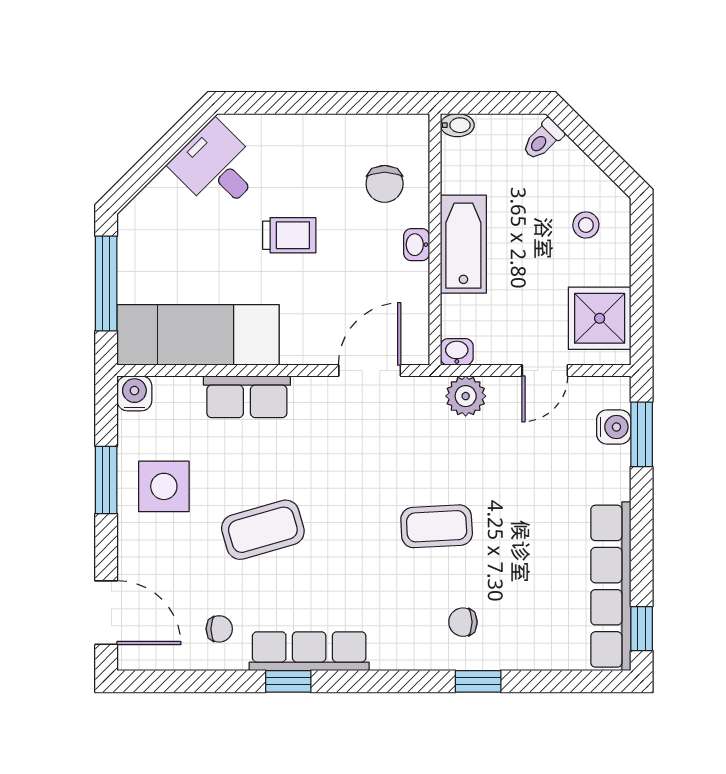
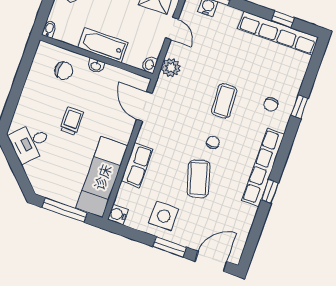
window: (106, 480) -> (169, 247), moved
chair: (219, 629) -> (213, 142), moved
window: (642, 629) -> (283, 19), moved
row of seats: (309, 651) -> (263, 167), width x1.36

